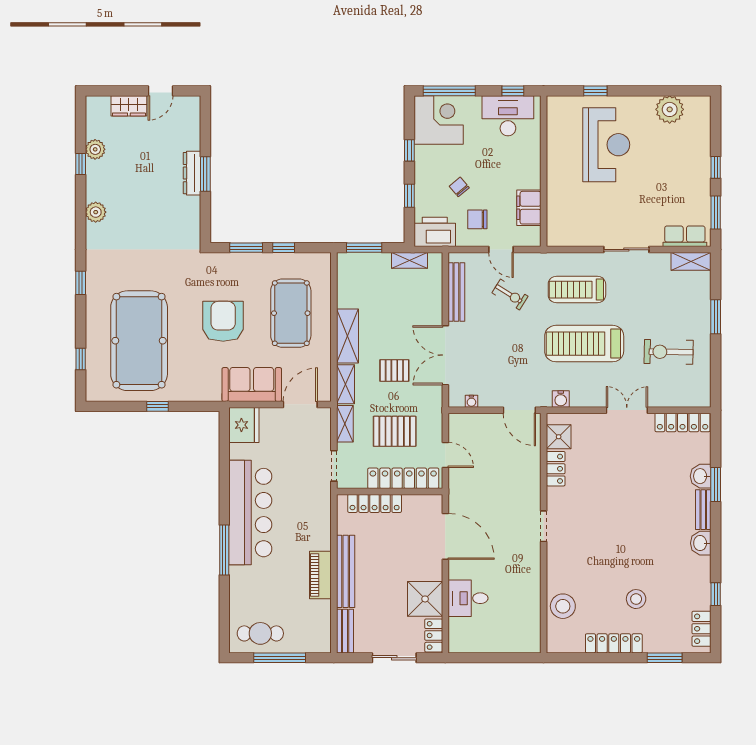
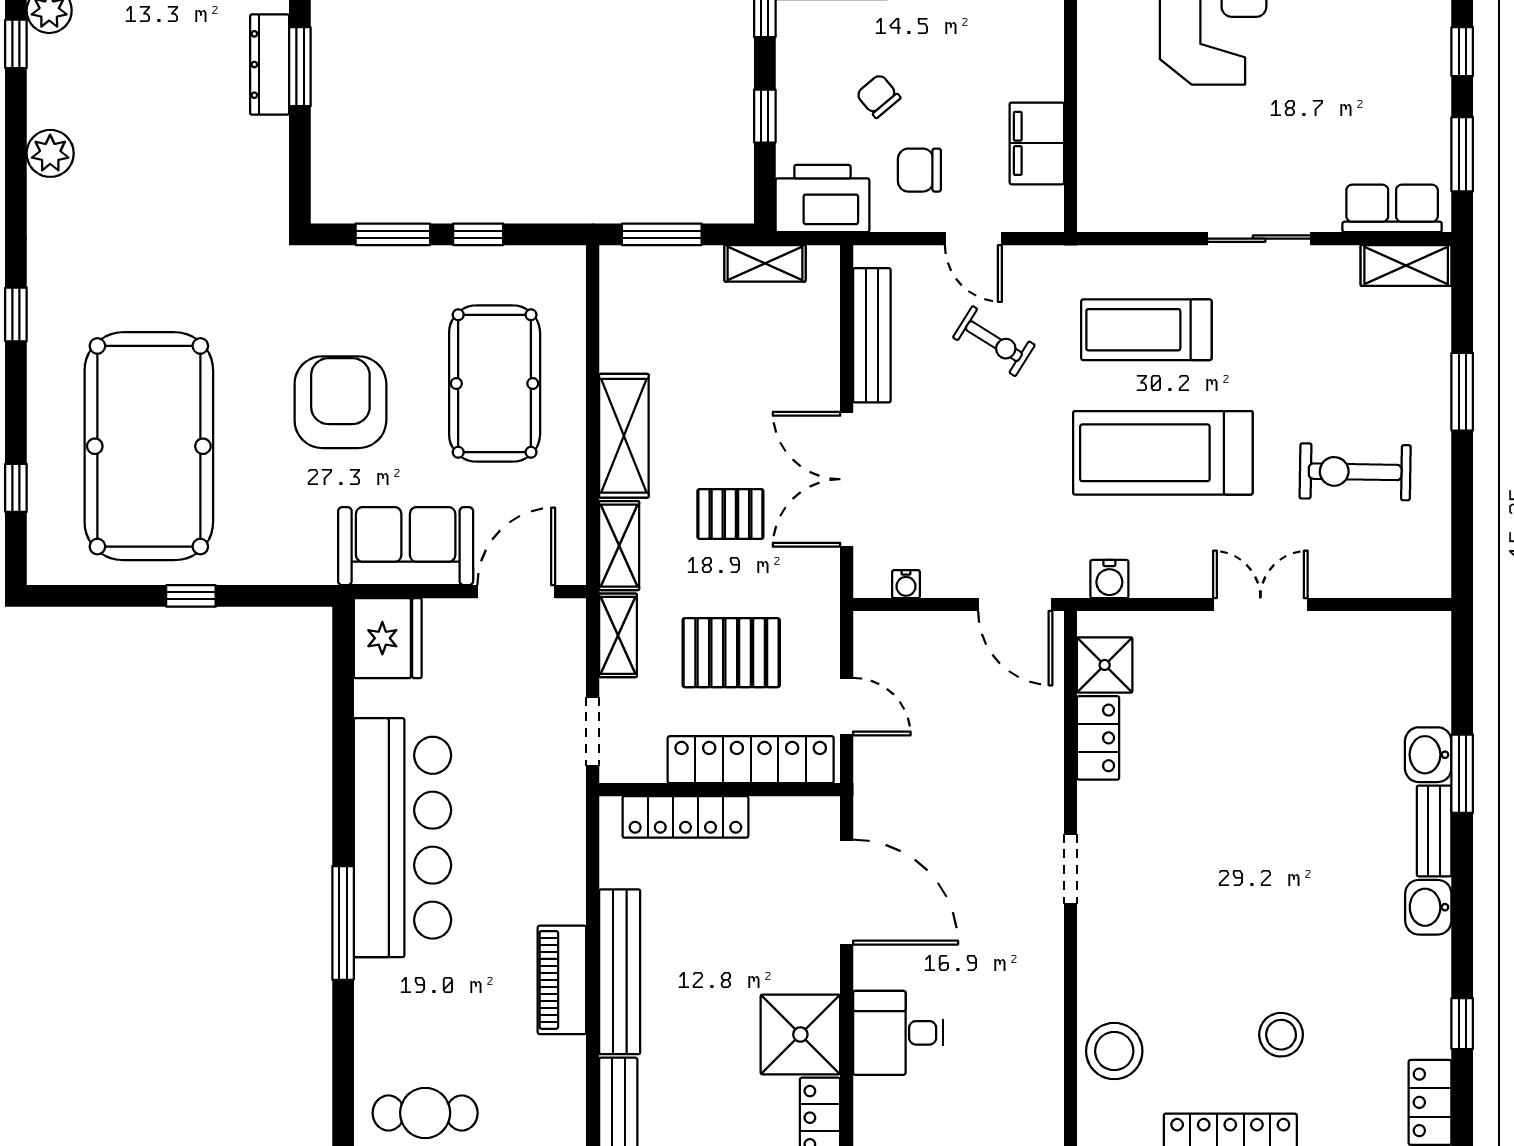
locker: (683, 422) -> (1387, 632), removed

